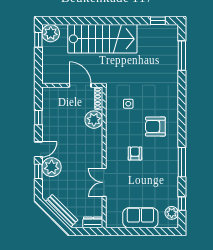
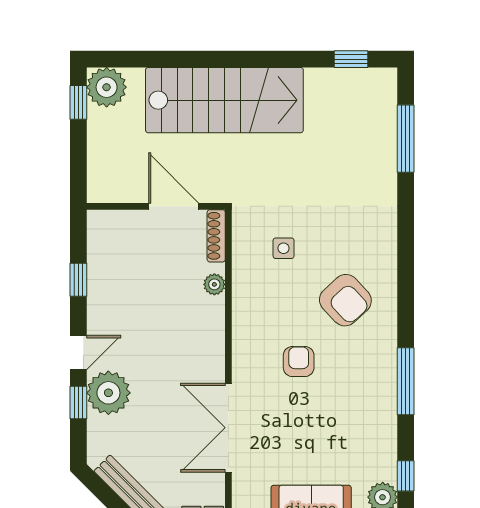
plant: (94, 120) -> (214, 284), width x0.53, depth x0.53
armchair: (155, 127) -> (345, 300), turned -133
double door: (104, 182) -> (228, 428), width x1.37

